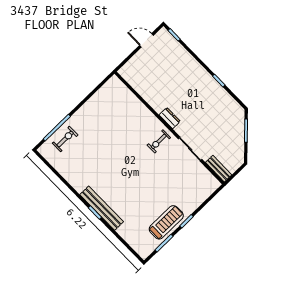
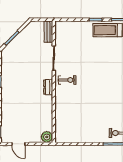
plant: (127, 72) -> (47, 137), added

